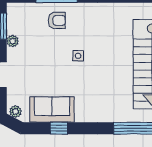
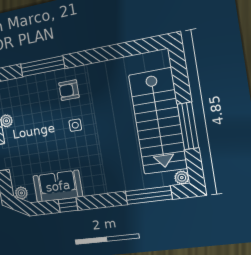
armchair: (57, 20) -> (69, 90), moved, turned 180

